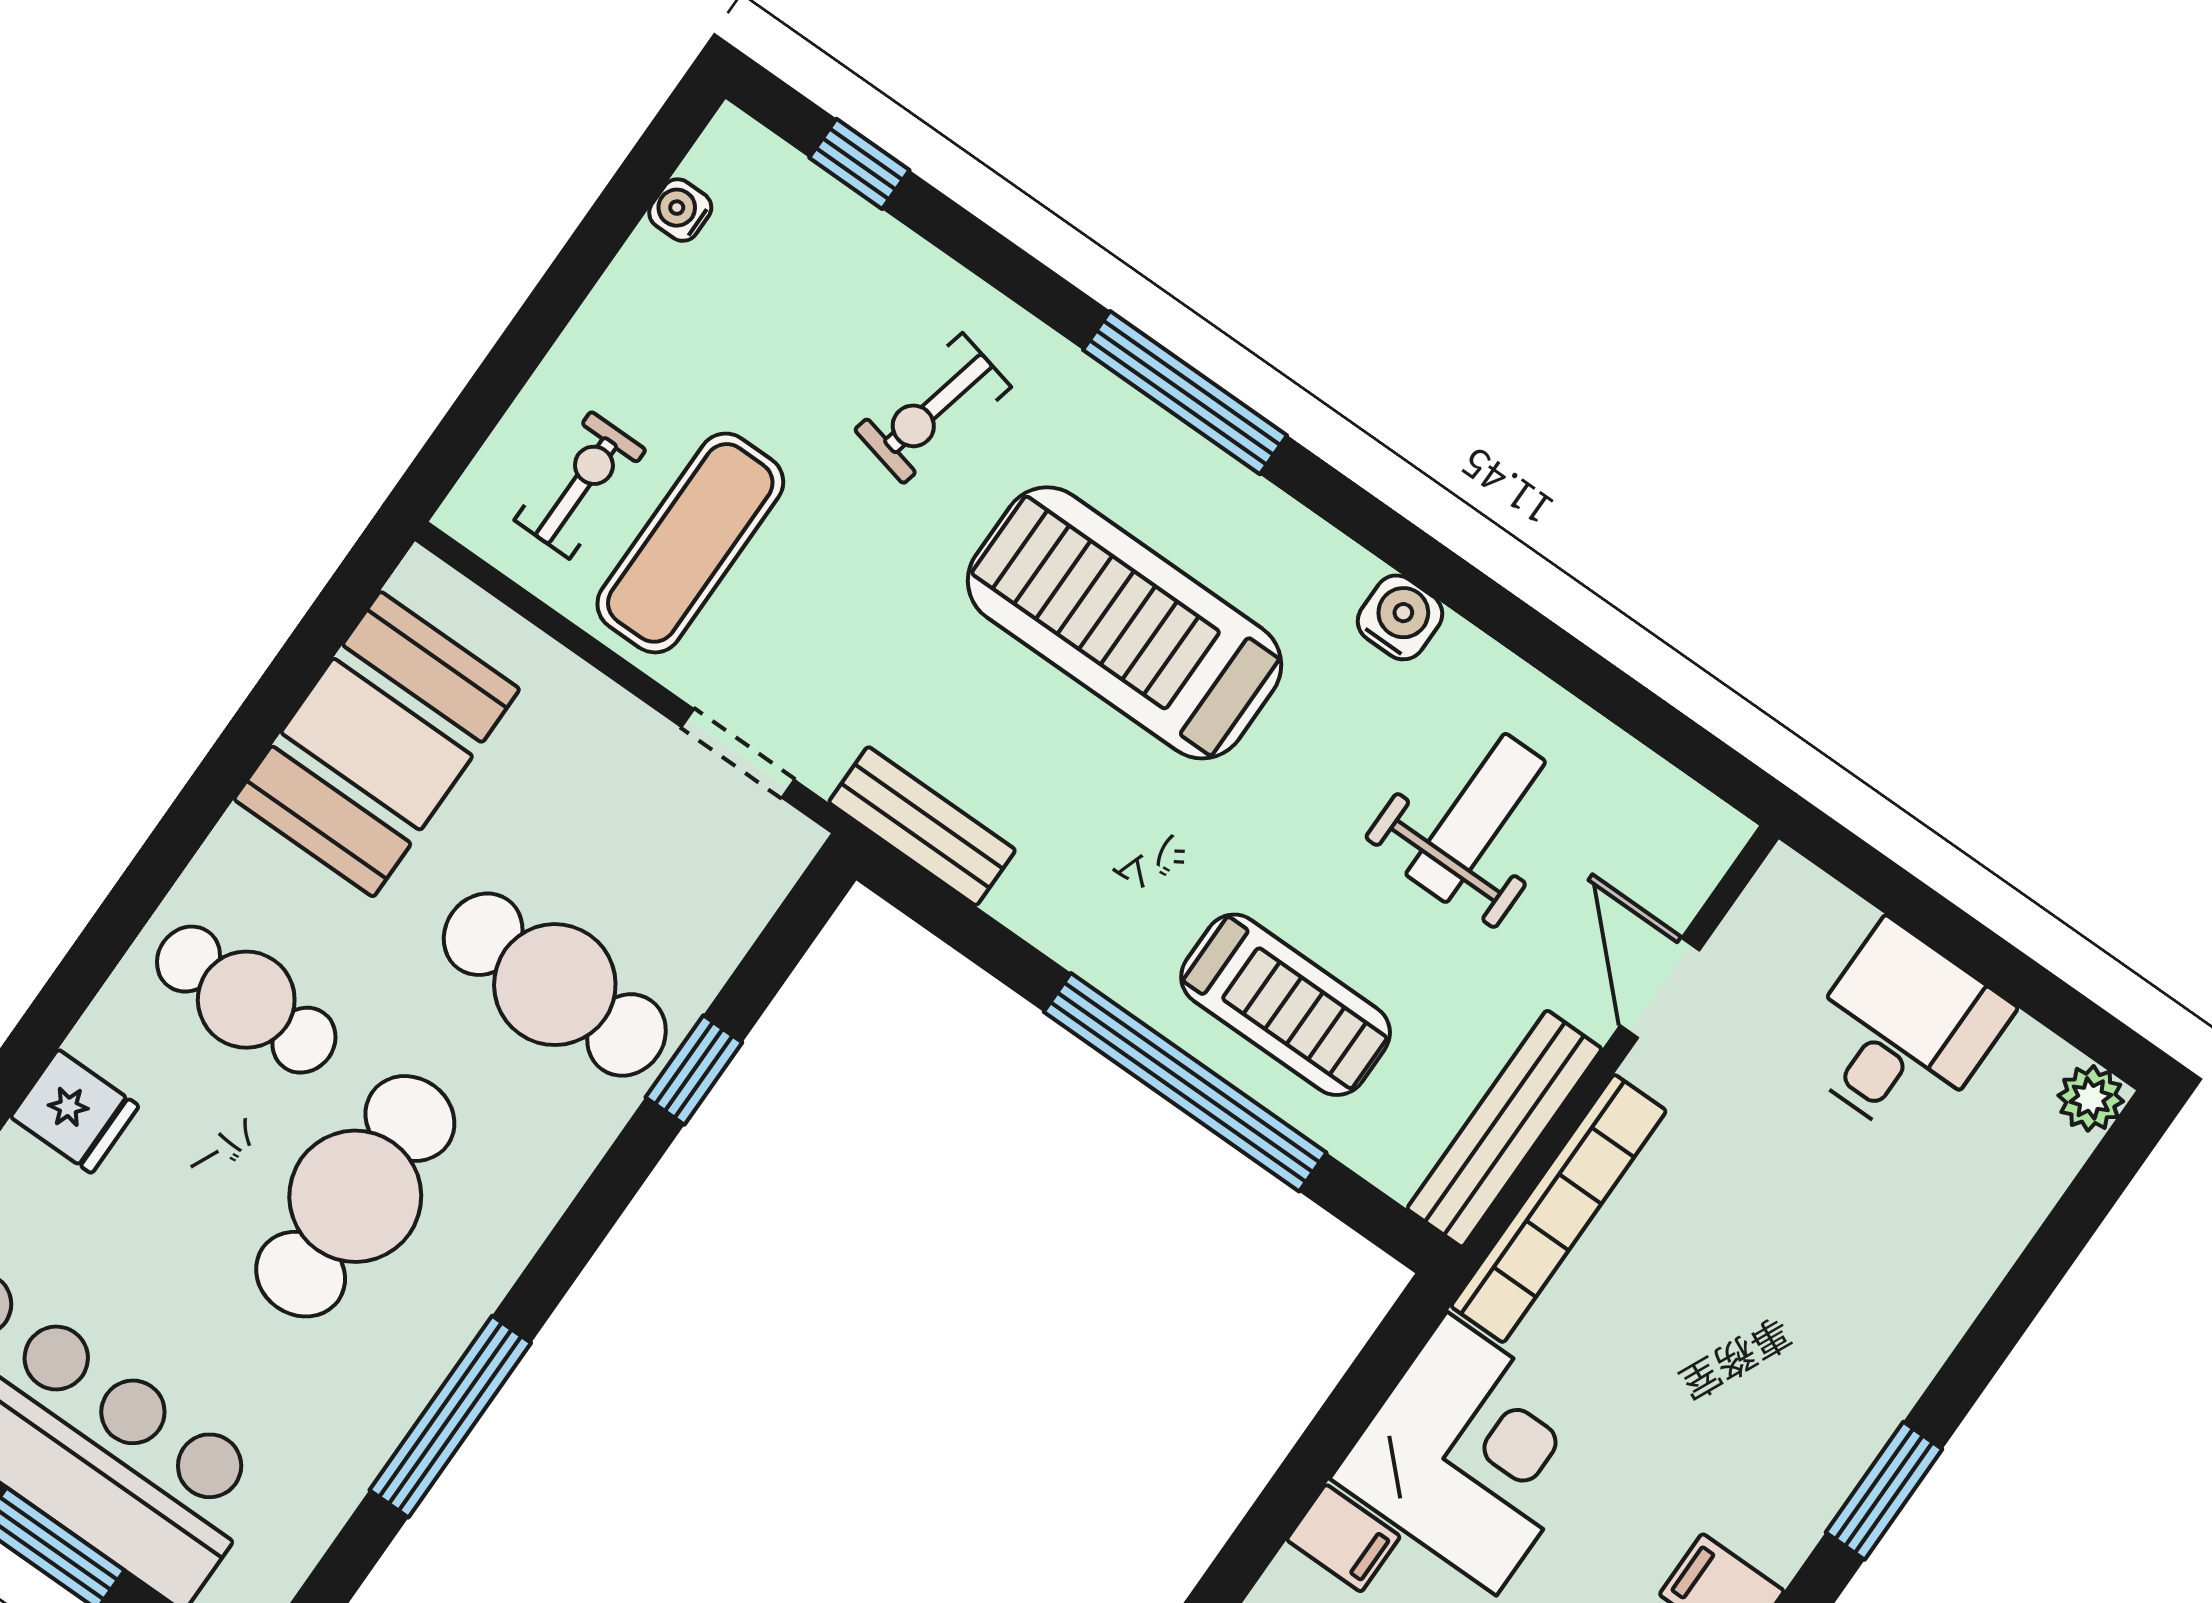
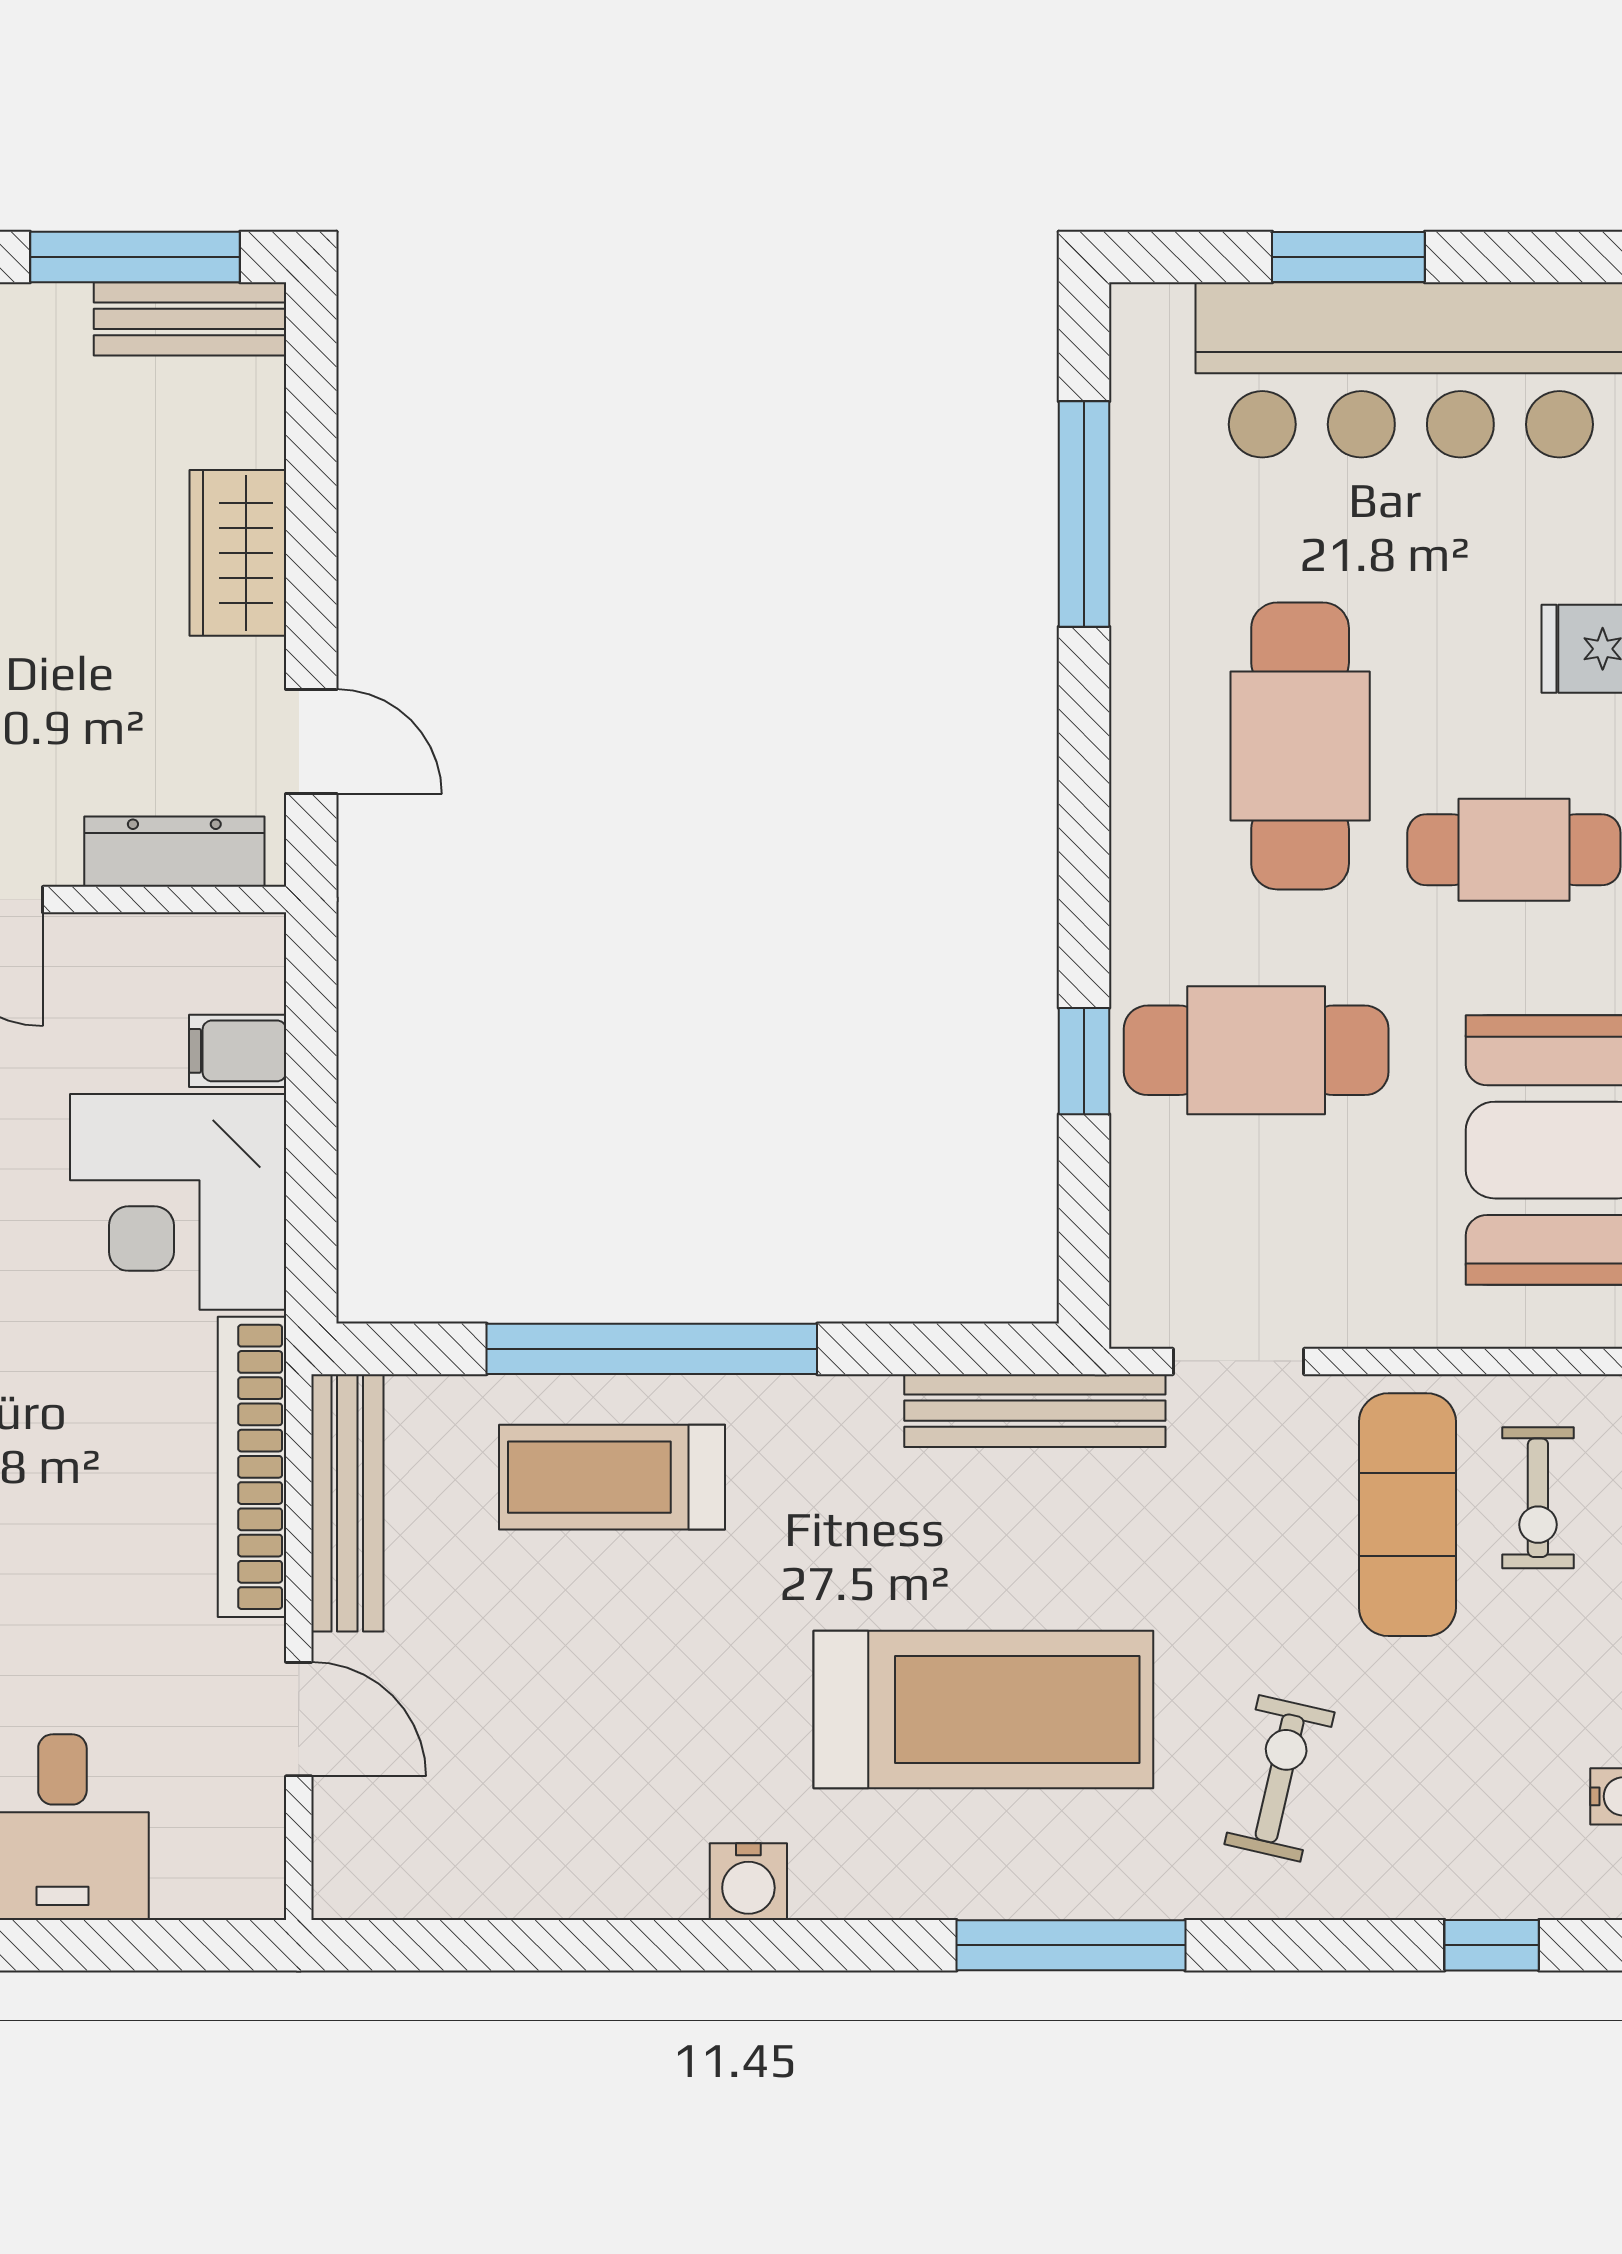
weight bench: (1476, 818) -> (561, 1754), removed
bench: (922, 826) -> (1035, 1411), width x1.36
window: (450, 1417) -> (1084, 514), moved

